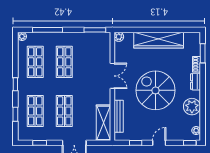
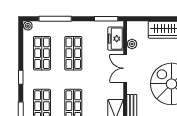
plant: (119, 37) -> (132, 44), moved
freezer: (104, 48) -> (116, 39), added
double door: (112, 76) -> (125, 68), swing flipped

